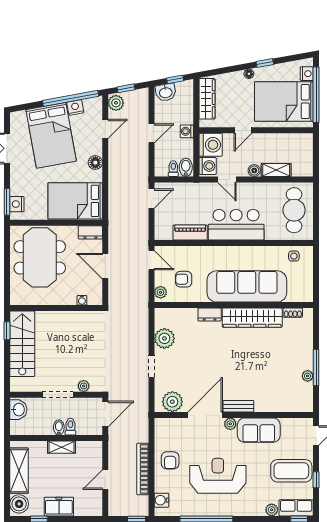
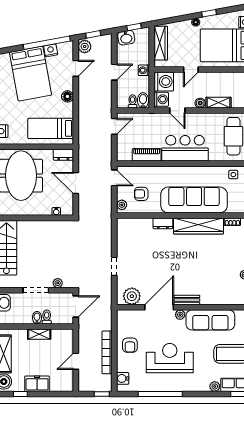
bed: (75, 201) -> (51, 128), width x0.67
plant: (164, 338) -> (125, 243), removed
sofa: (259, 430) -> (210, 320), width x1.36

